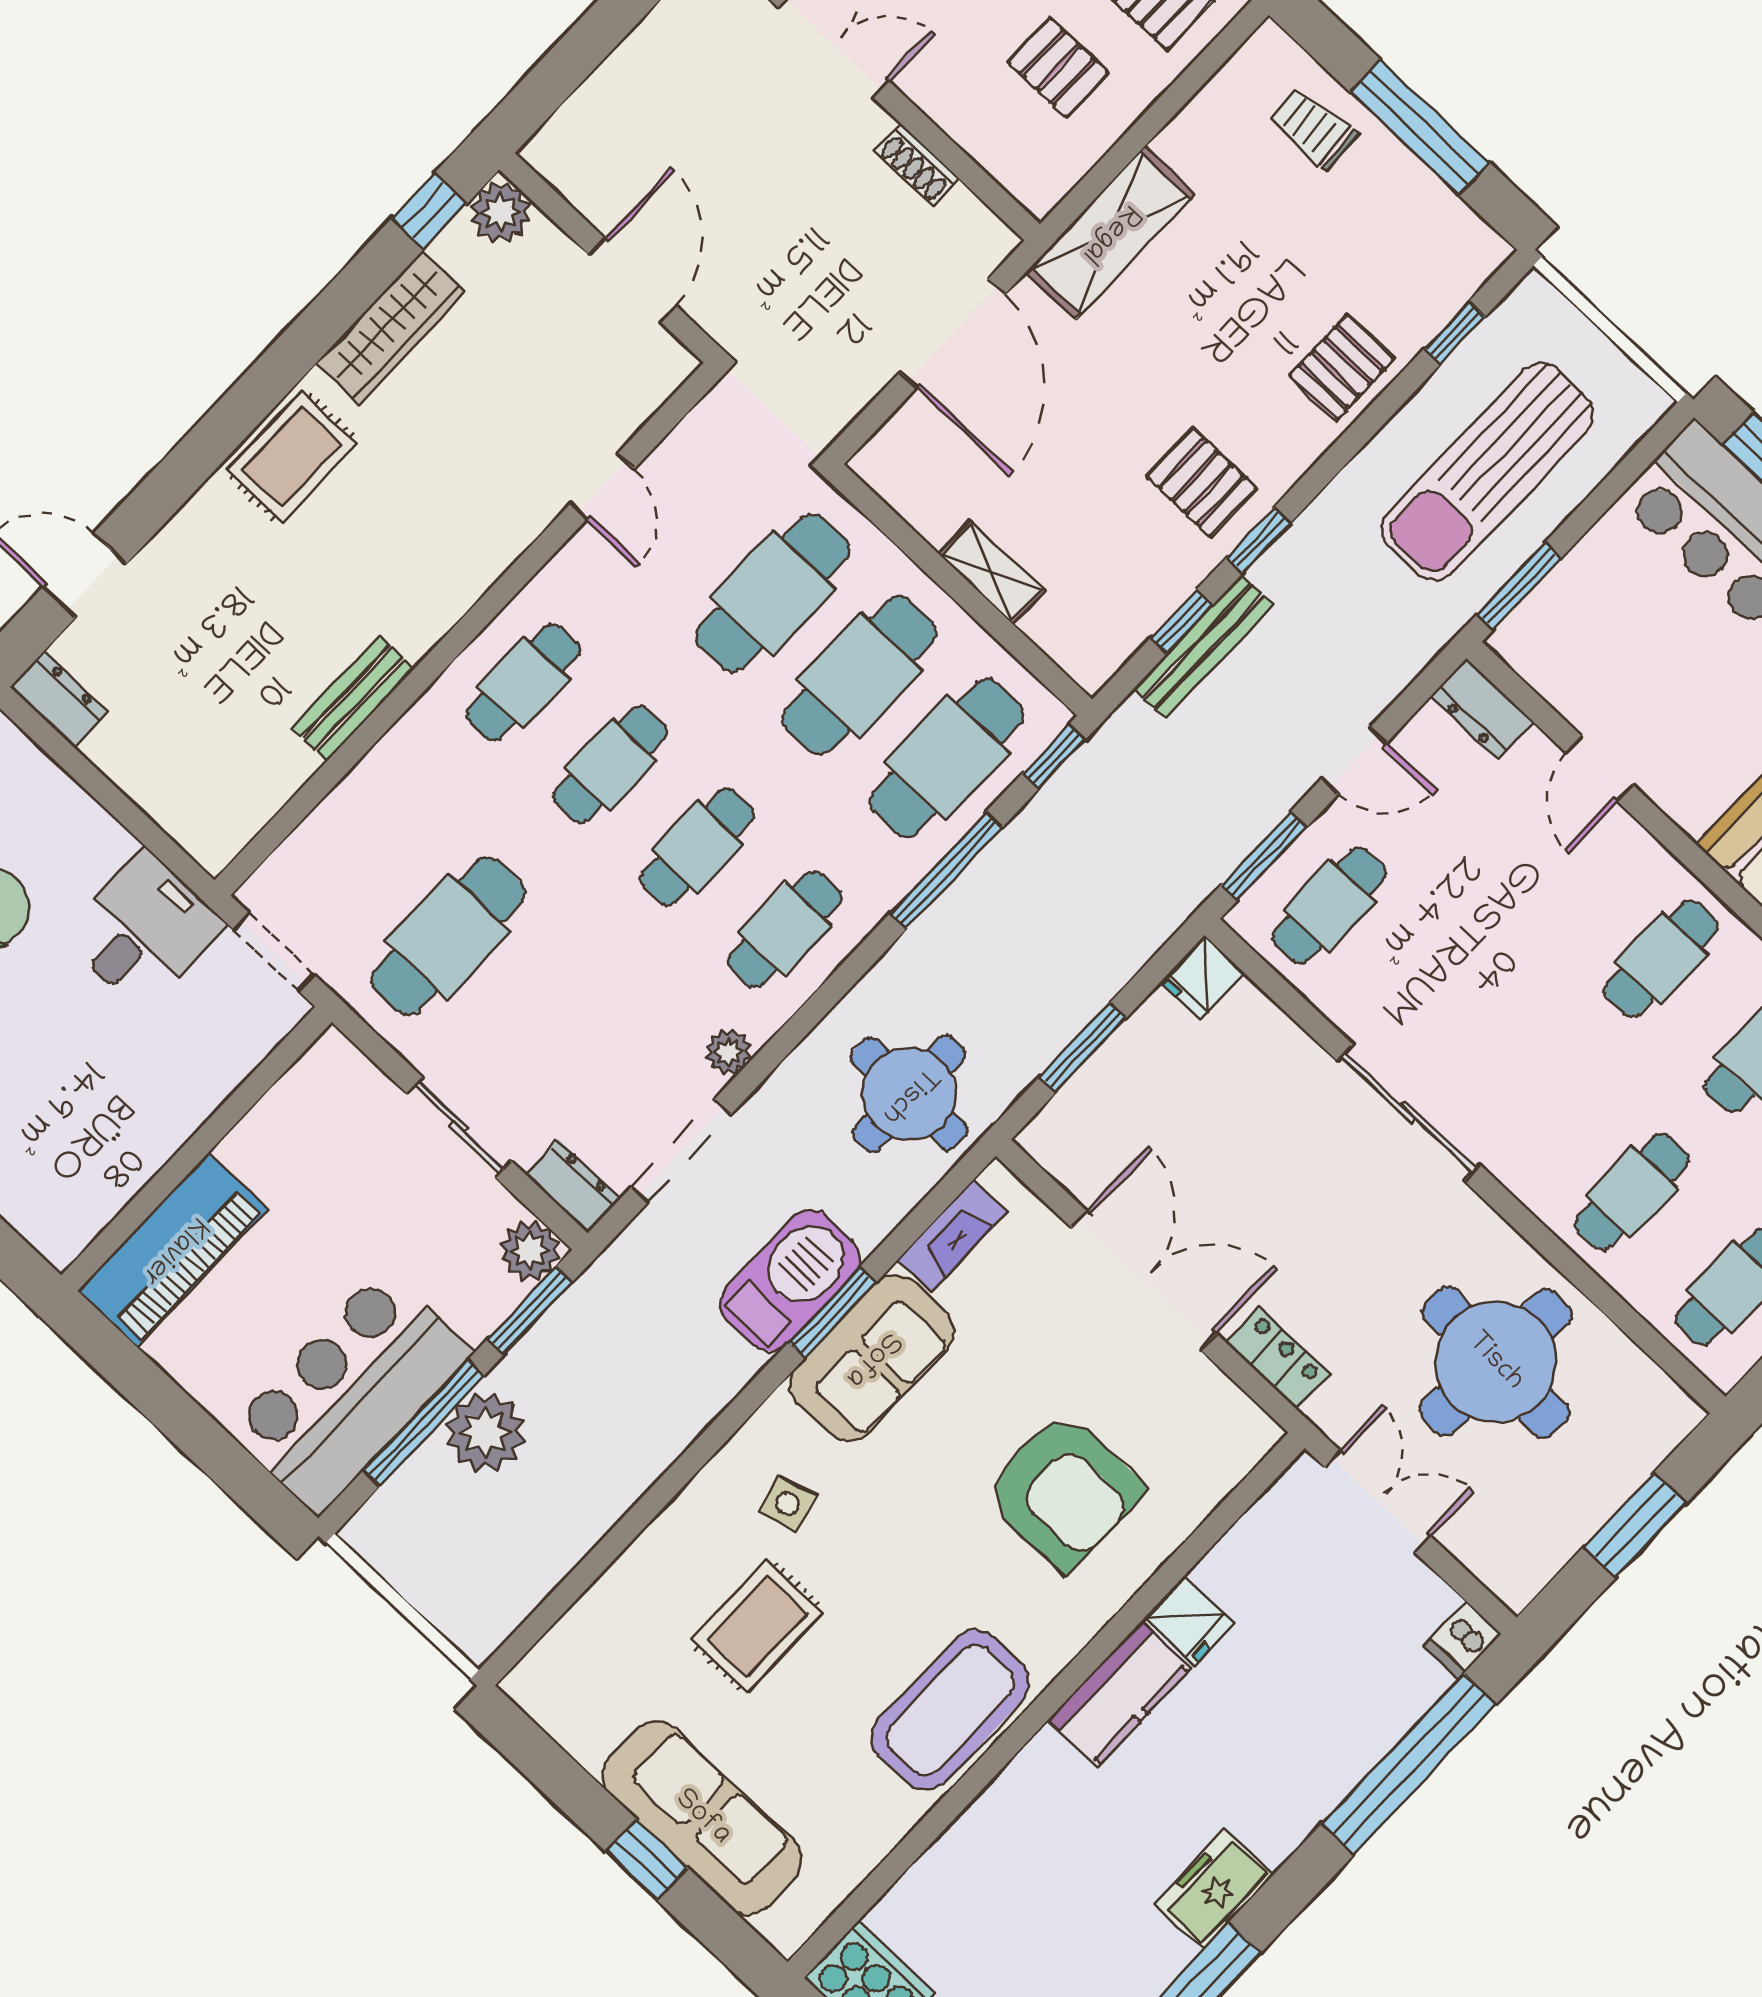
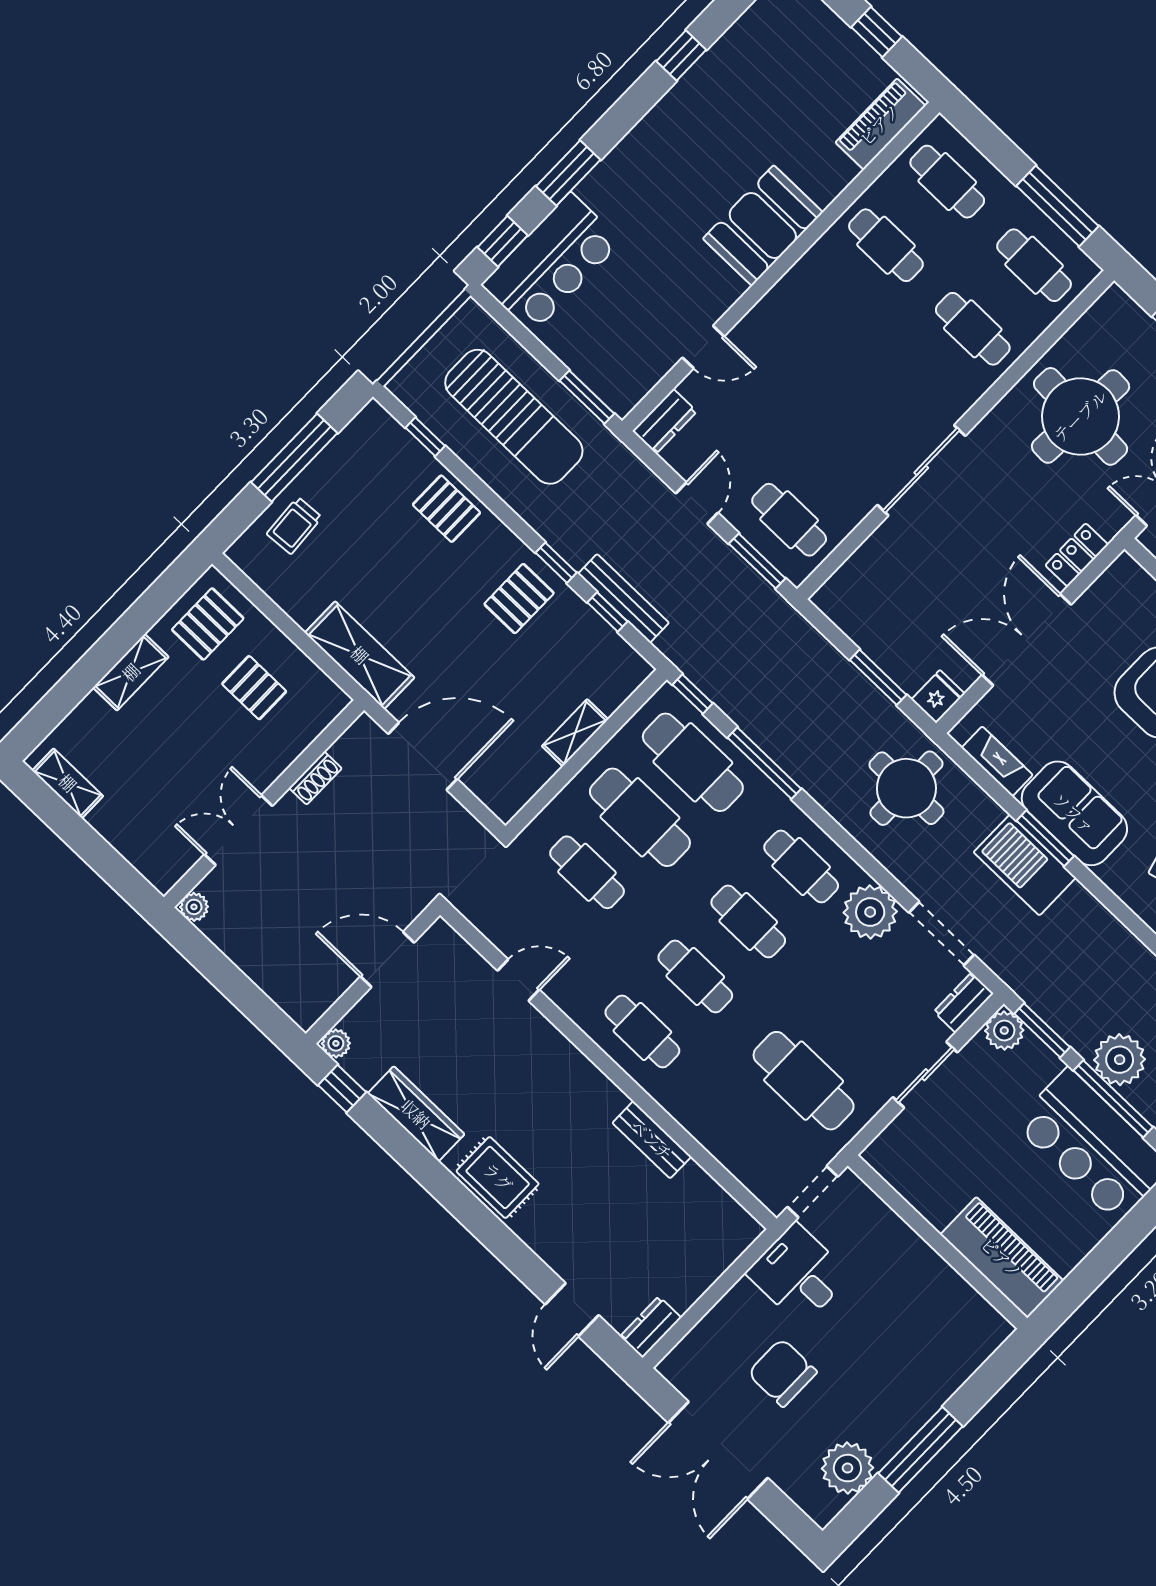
pallet: (1058, 67) -> (254, 688), turned 90
plant: (500, 212) -> (336, 1043), width x0.73, depth x0.73
cafe table: (772, 593) -> (587, 872), width x0.73, depth x0.74
cafe table: (1661, 959) -> (825, 309), removed
fridge: (1202, 977) -> (938, 697), moved, turned -90
plant: (728, 1052) -> (870, 912), width x1.88, depth x1.88

